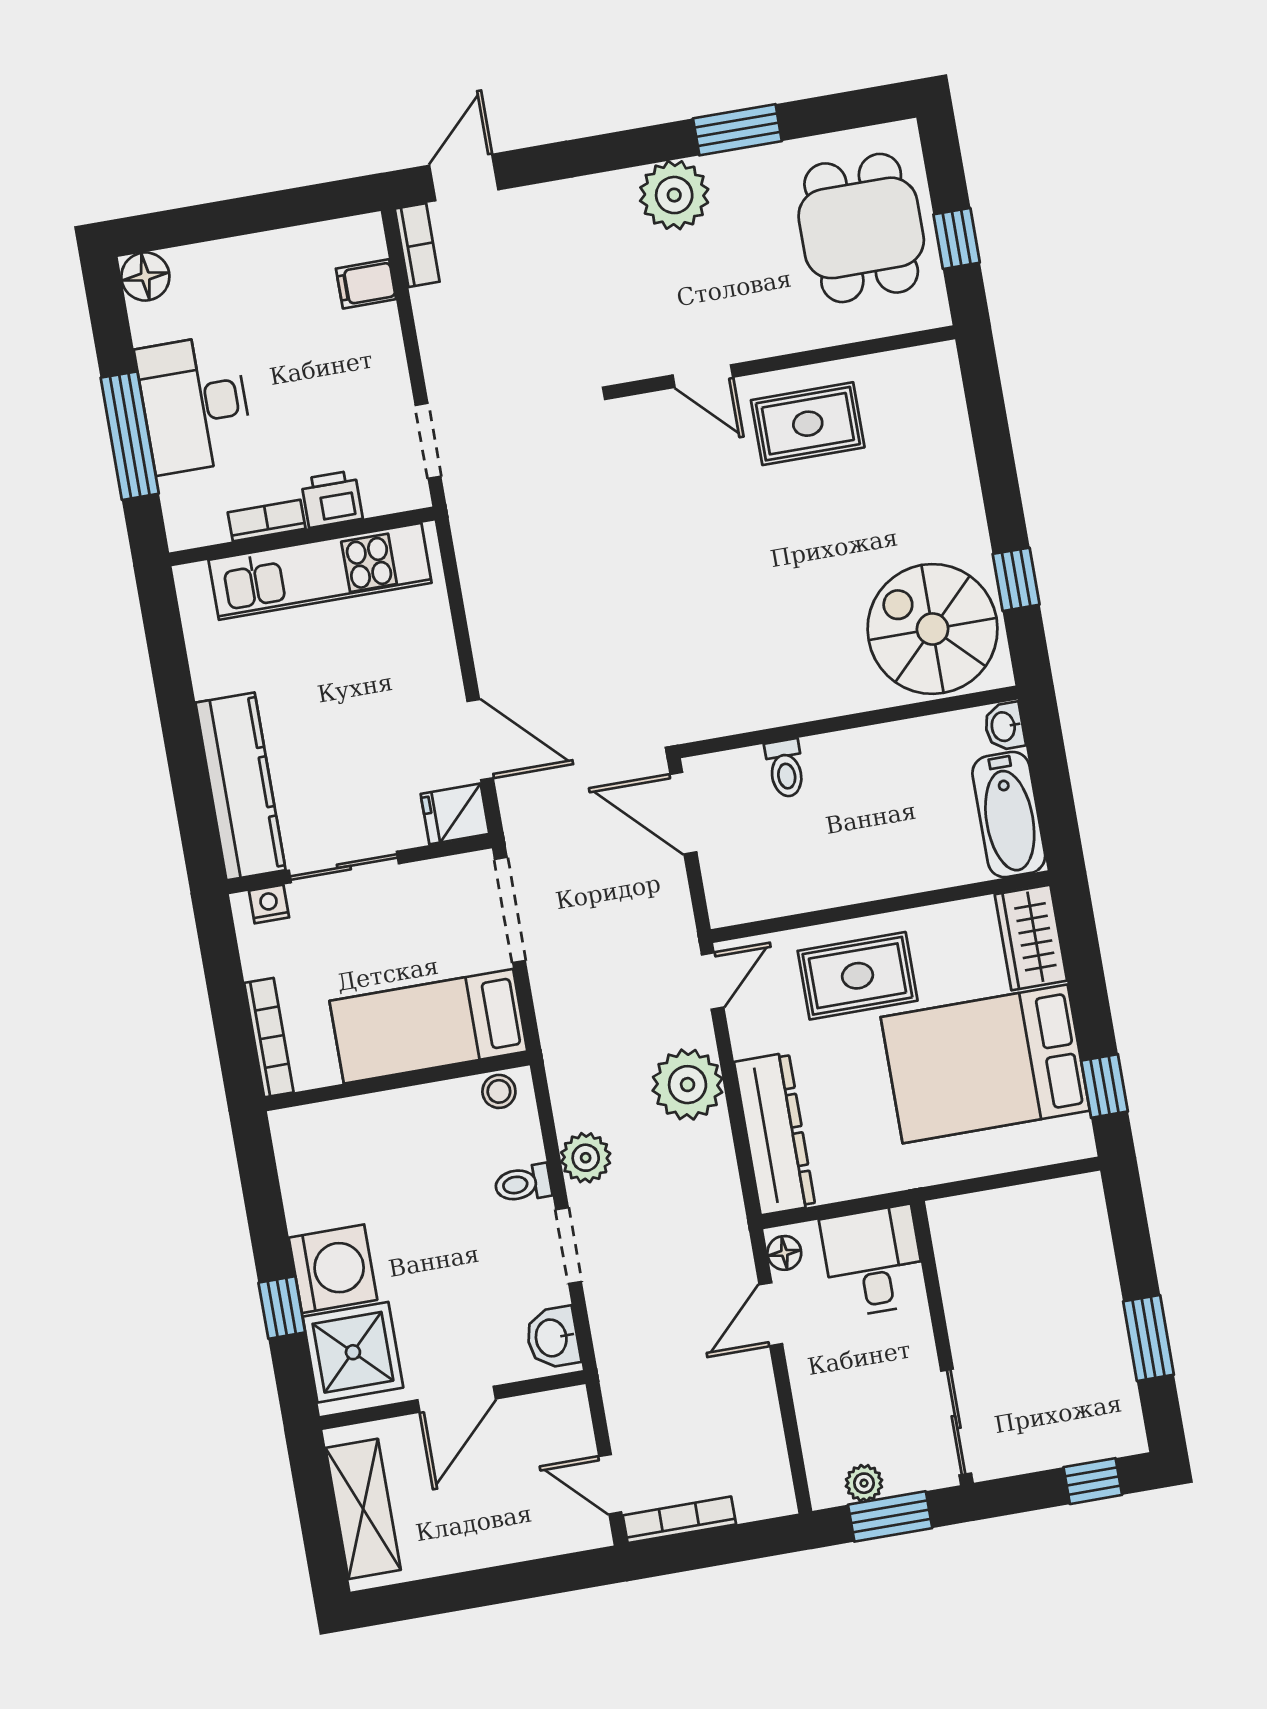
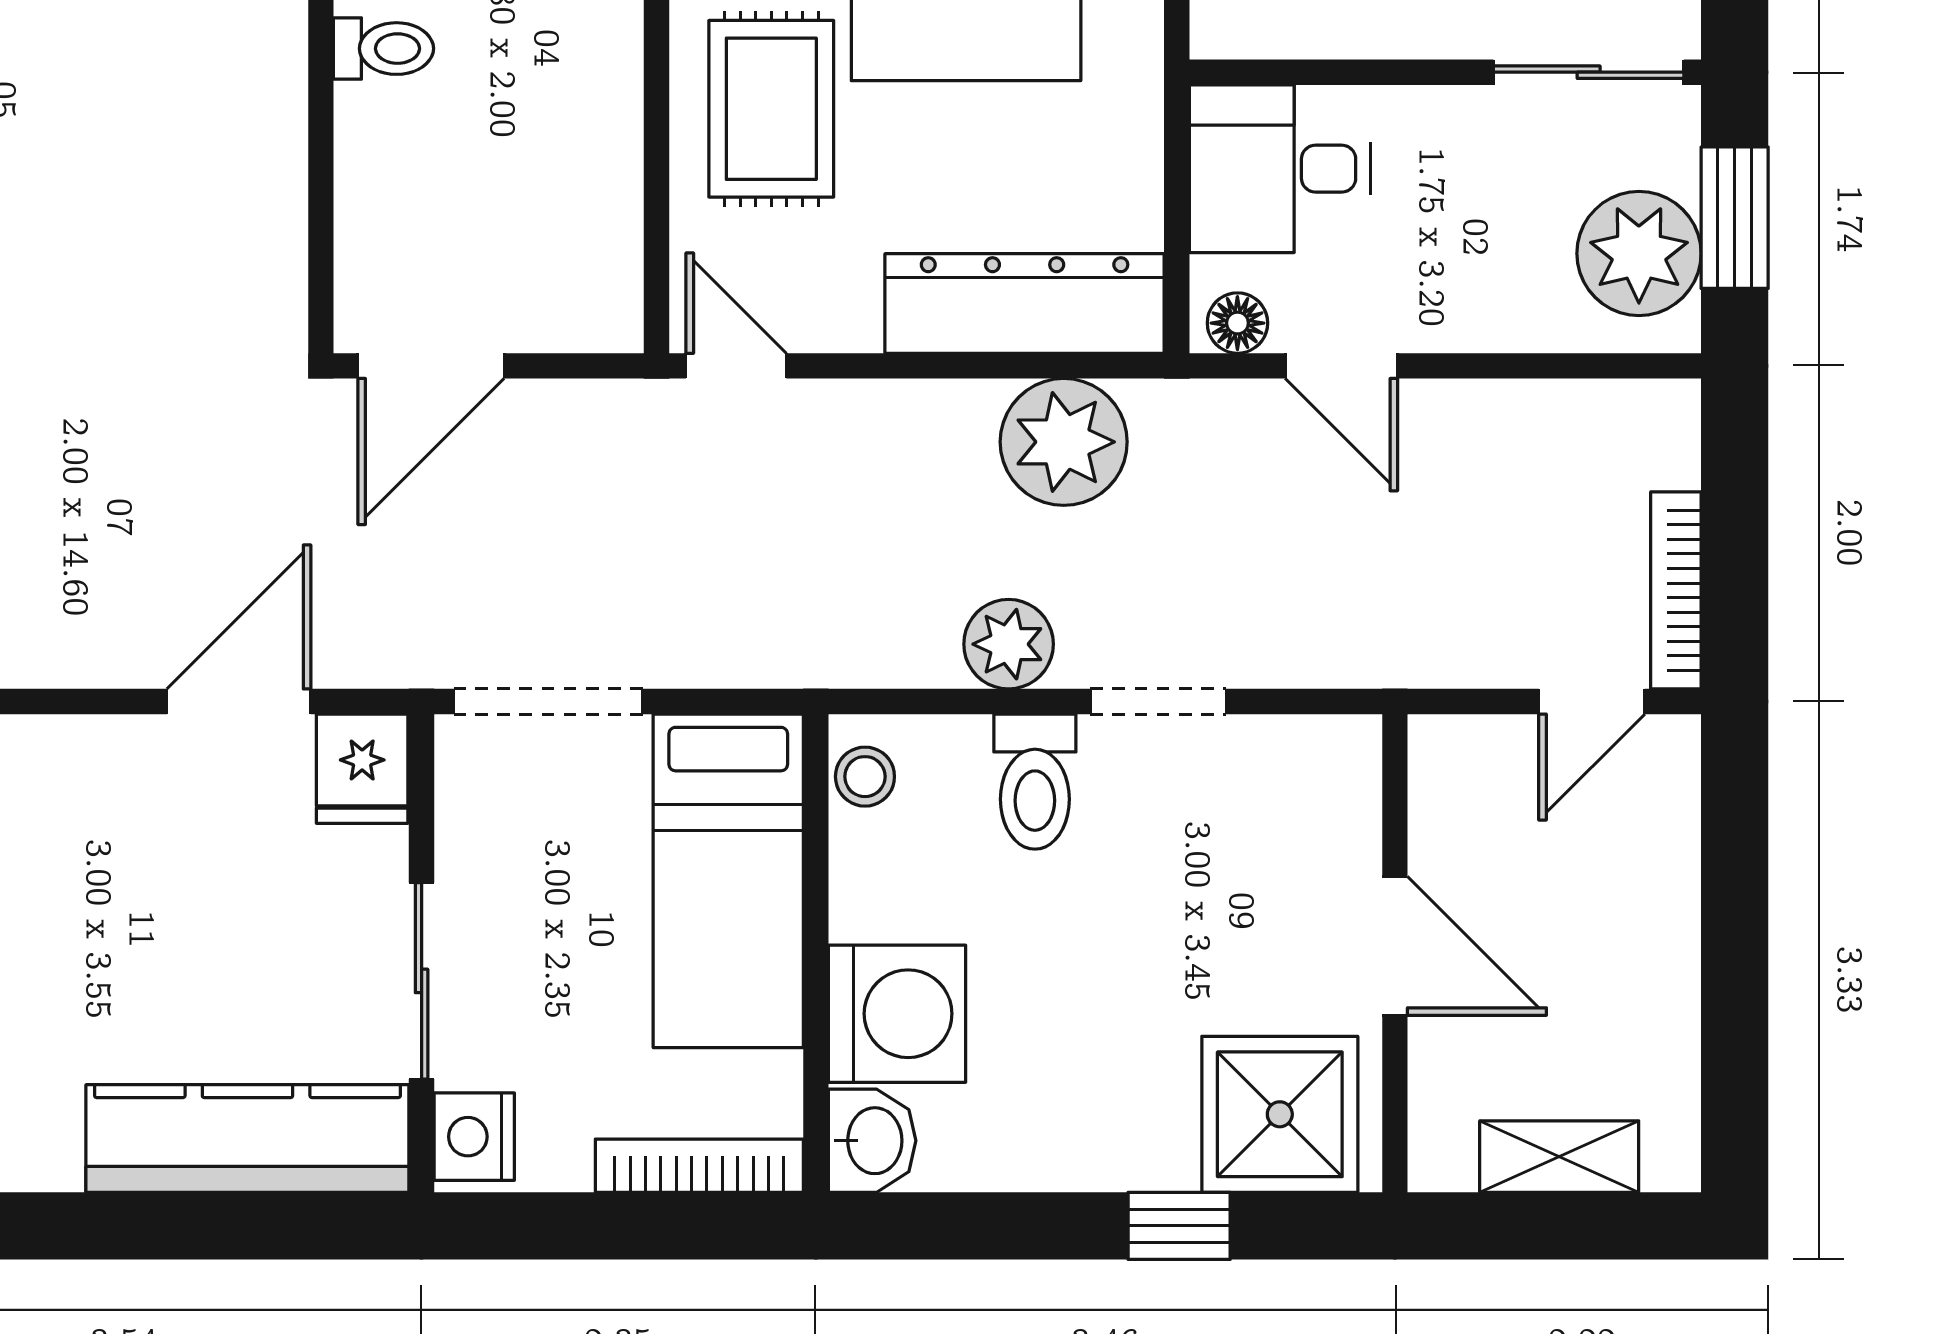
toilet: (785, 768) -> (383, 49), moved
nightstand: (269, 904) -> (474, 1137), width x1.39, depth x1.35
plant: (688, 1085) -> (1064, 442), moved
toilet: (523, 1184) -> (1035, 782), width x1.37, depth x1.39
washing machine: (333, 1269) -> (897, 1014), moved, turned 90
washbasin: (553, 1338) -> (872, 1141), moved, turned -90
plant: (864, 1483) -> (1639, 253), width x1.88, depth x1.88
shelving: (363, 1509) -> (1559, 1157), width x0.67, depth x0.75

